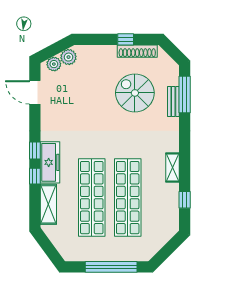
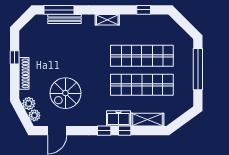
shoe rack: (137, 51) -> (24, 73), moved
spiral stairs: (135, 93) -> (65, 93), moved
bench: (173, 101) -> (65, 19), width x1.36
freezer: (50, 162) -> (118, 118), width x0.71
shelving: (173, 167) -> (107, 20), moved

